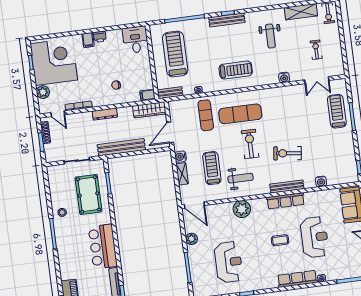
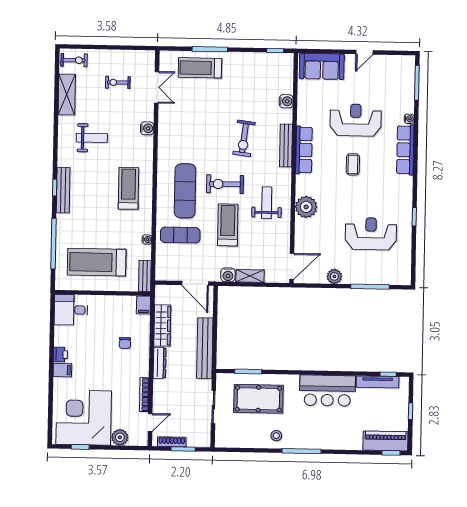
wardrobe: (149, 110) -> (162, 325), moved
treadmill: (212, 168) -> (228, 225), moved, turned 90

